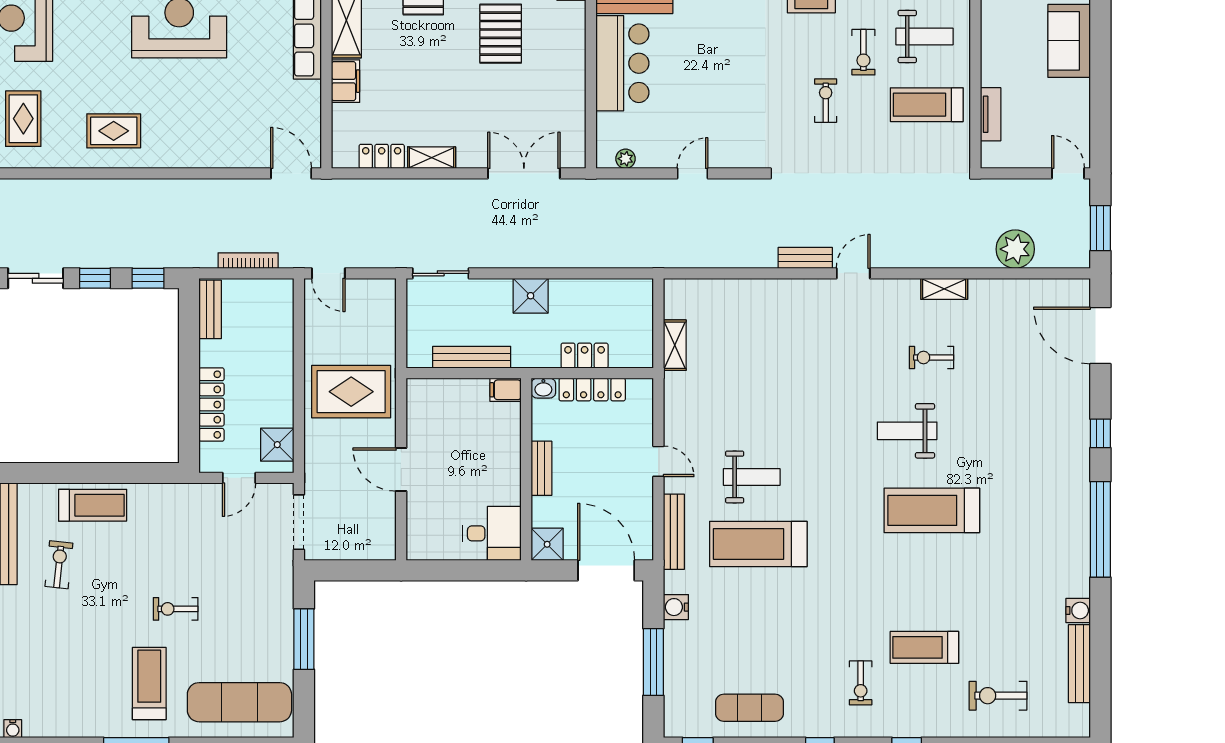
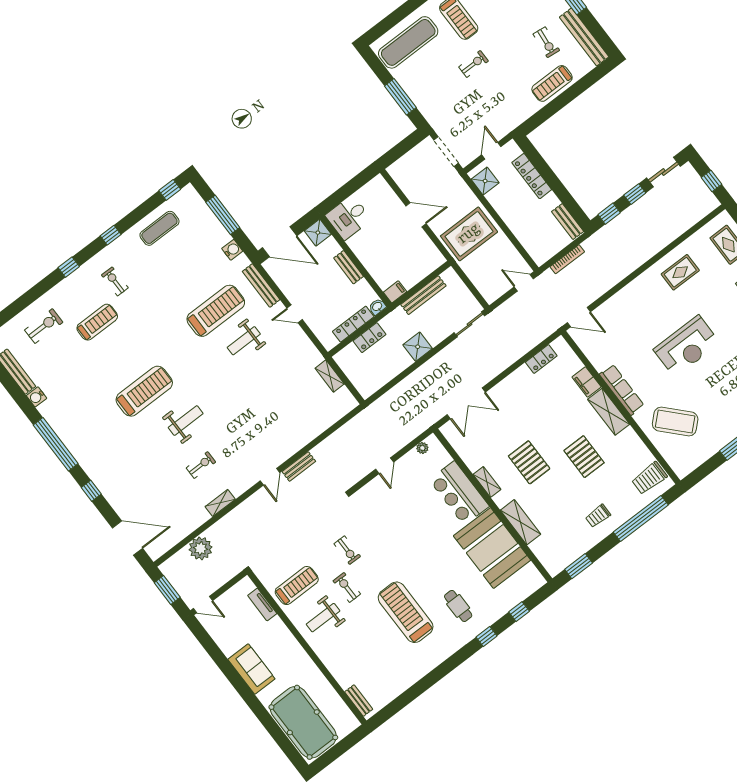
shelving: (432, 158) -> (487, 482), moved, turned 90

